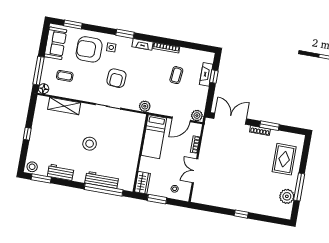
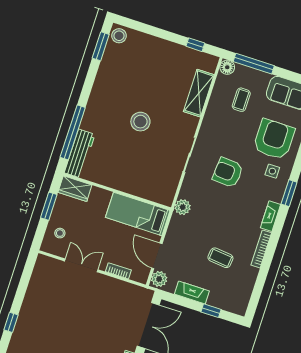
fireplace: (206, 74) -> (192, 293), moved
window: (27, 134) -> (195, 45), moved
workbench: (61, 172) -> (106, 75), removed
workbench: (102, 180) -> (80, 154), moved

